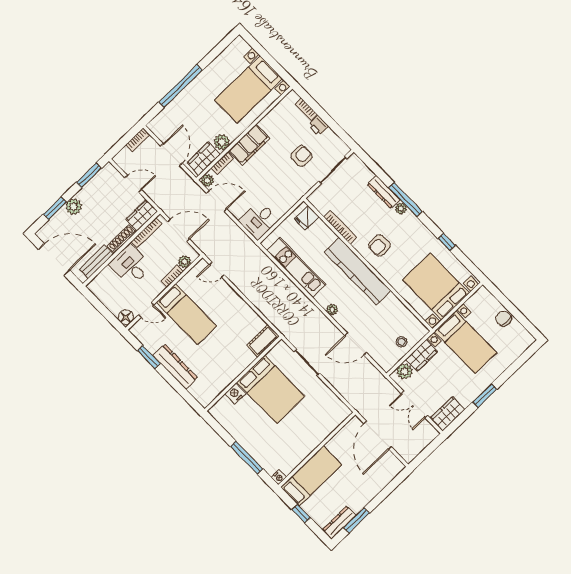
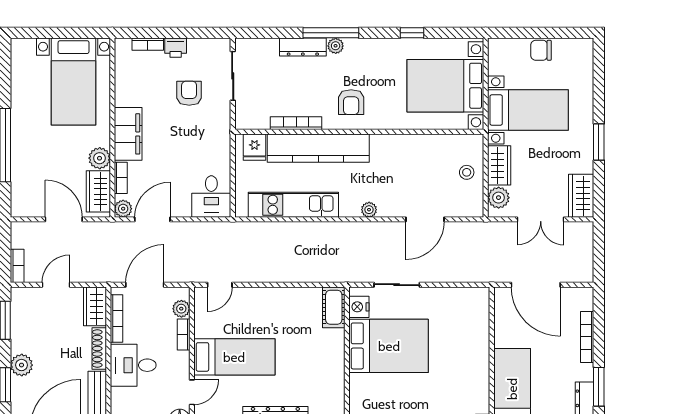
bookcase: (138, 140) -> (17, 266), moved
kitchen counter: (358, 271) -> (318, 148), moved
nightstand: (235, 394) -> (359, 307), moved
bookcase: (377, 489) -> (587, 337), added

